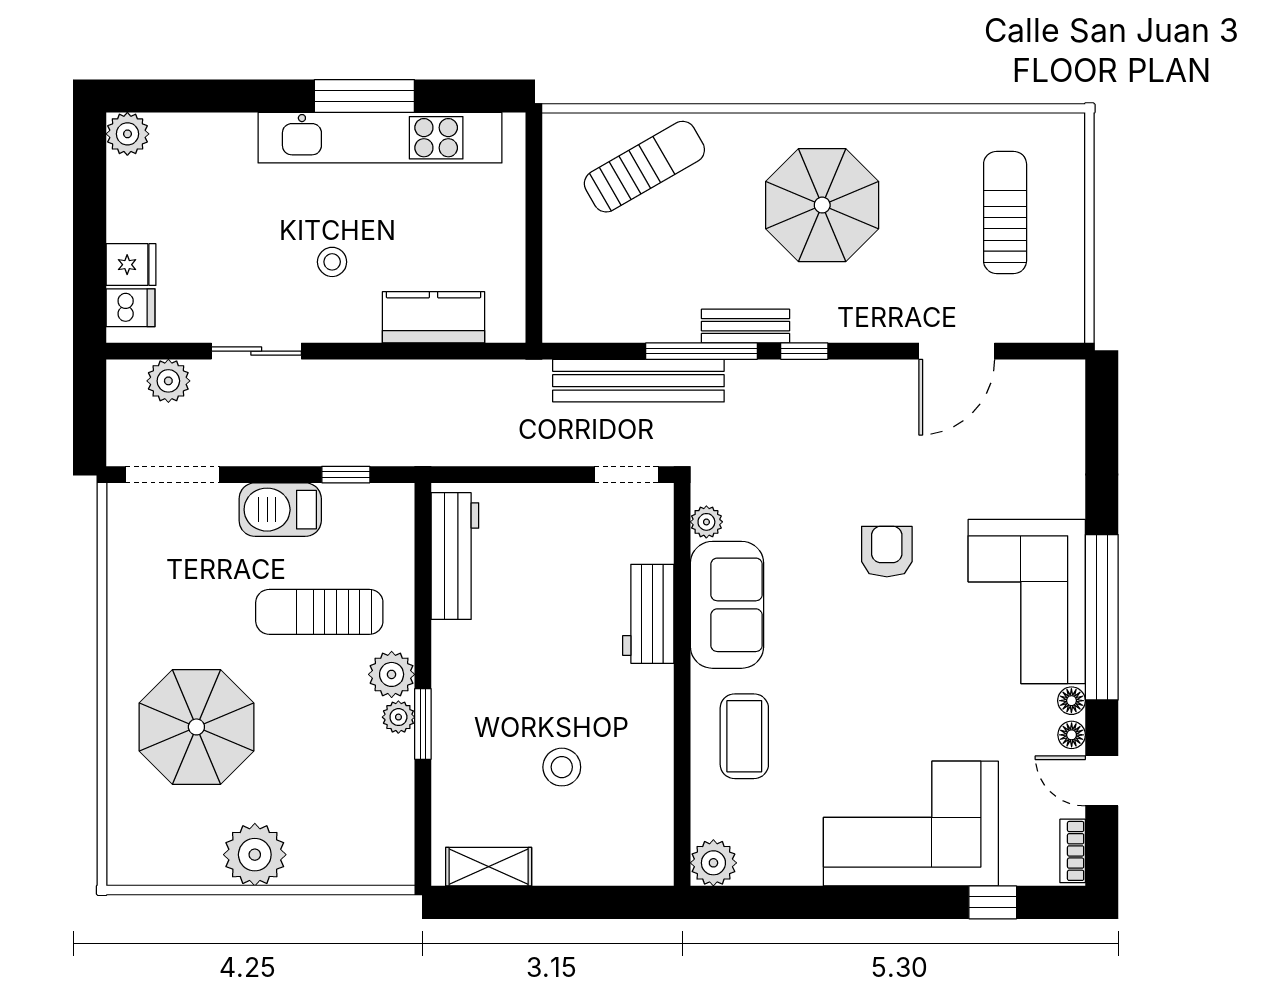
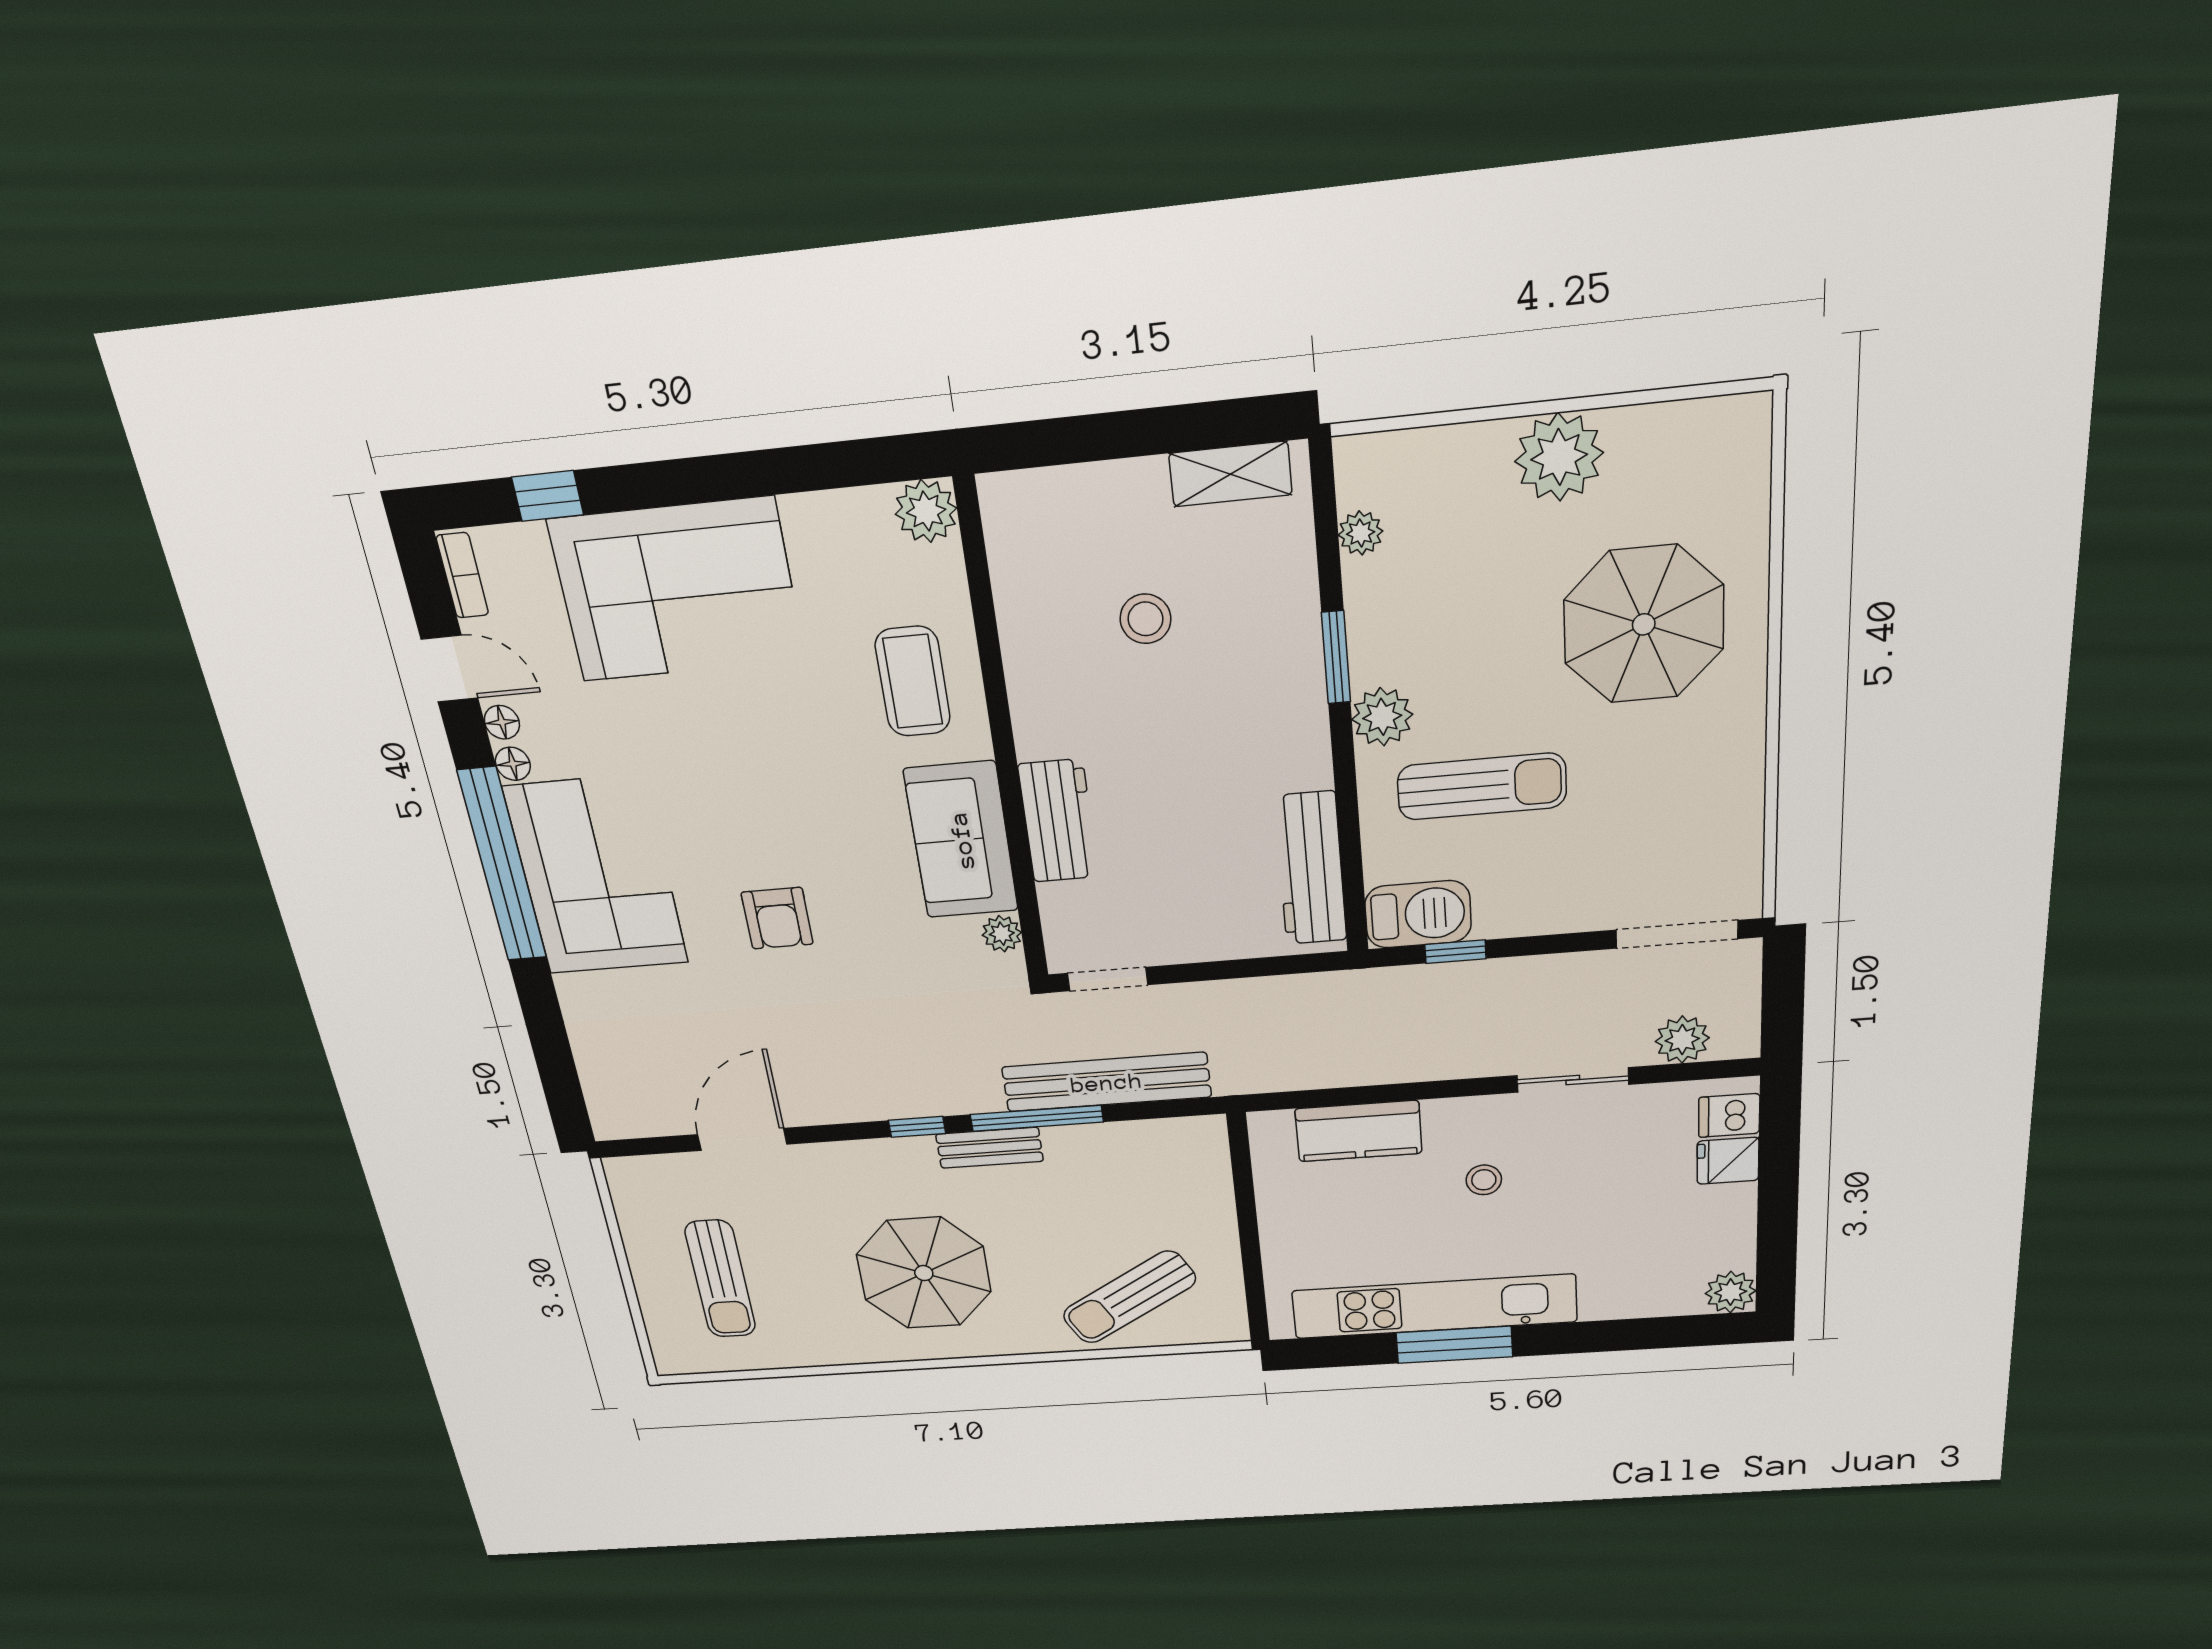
barbecue: (280, 510) -> (1418, 914), moved
plant: (398, 717) -> (1361, 533), moved

